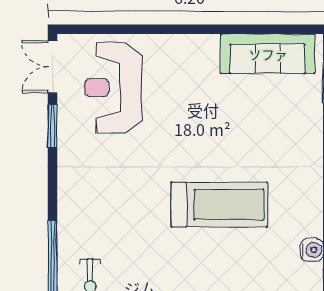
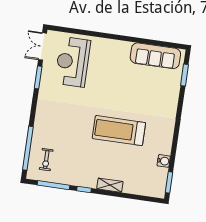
treadmill: (219, 205) -> (119, 131), turned 180

